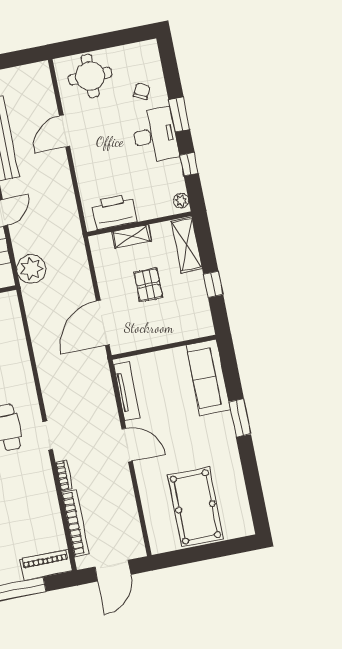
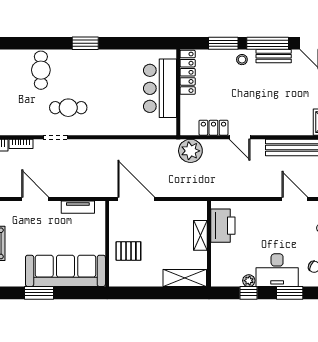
plant: (181, 201) -> (249, 281), moved
window: (213, 284) -> (149, 293), removed
pallet: (148, 285) -> (128, 251), moved
sofa: (208, 377) -> (65, 271), width x1.36, depth x1.27
tv unit: (127, 391) -> (78, 207), width x0.71
door: (127, 445) -> (35, 199), swing flipped

